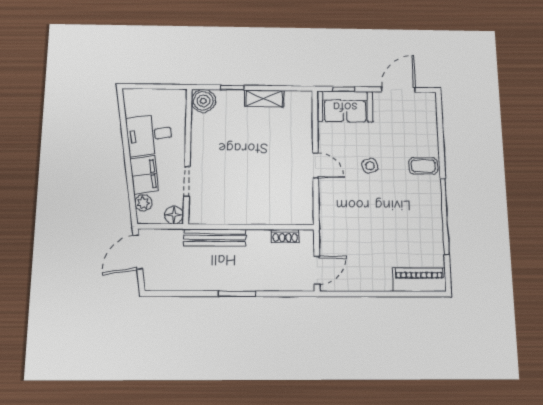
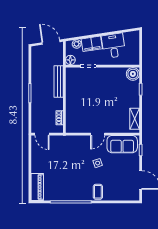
shelving: (264, 99) -> (135, 119), moved
sofa: (345, 107) -> (122, 144), moved, turned -90

